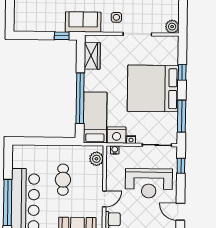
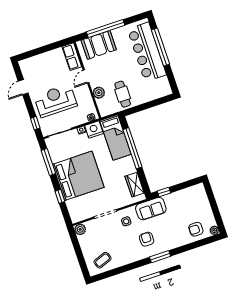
plant: (96, 159) -> (99, 93), moved
cafe table: (63, 180) -> (123, 94), moved
door: (180, 212) -> (23, 87), swing flipped

